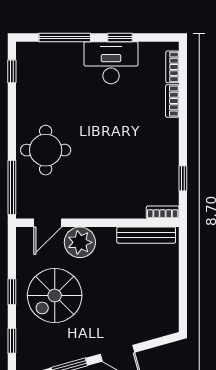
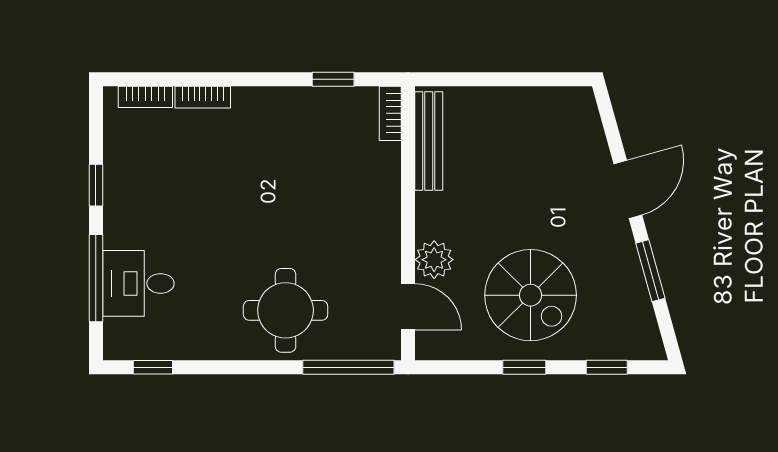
desk: (111, 63) -> (138, 283), moved, width x0.73
plant: (80, 242) -> (434, 260), width x0.73, depth x0.73

